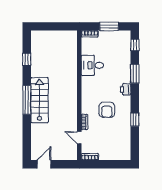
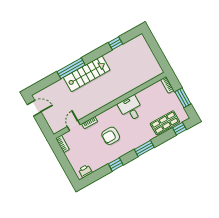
shop shelf: (122, 55) -> (165, 123), added
desk: (92, 65) -> (131, 108), moved
window: (135, 74) -> (144, 148), moved
printer: (126, 89) -> (85, 171), moved
window: (27, 100) -> (71, 68), moved

